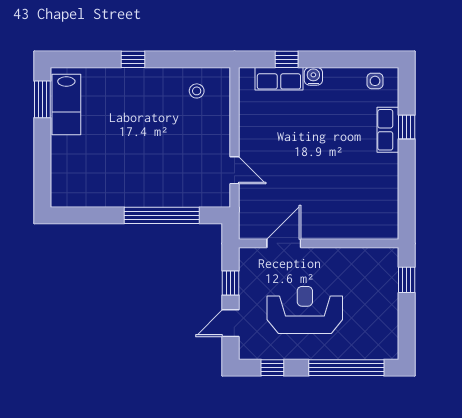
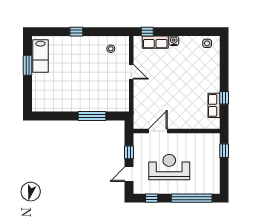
window: (287, 59) -> (147, 32), moved
window: (42, 99) -> (27, 65), moved
window: (407, 127) -> (224, 98), moved
row of seats: (388, 130) -> (214, 105), moved
door: (234, 170) -> (131, 72), moved
window: (162, 215) -> (92, 116), width x0.68

